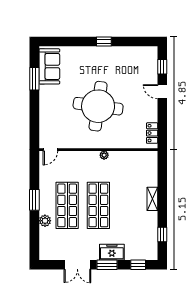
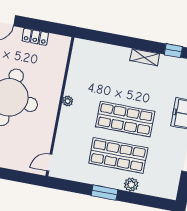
locker: (152, 133) -> (35, 37), moved
door: (50, 150) -> (49, 163), swing flipped
shelving: (152, 199) -> (145, 57), moved

